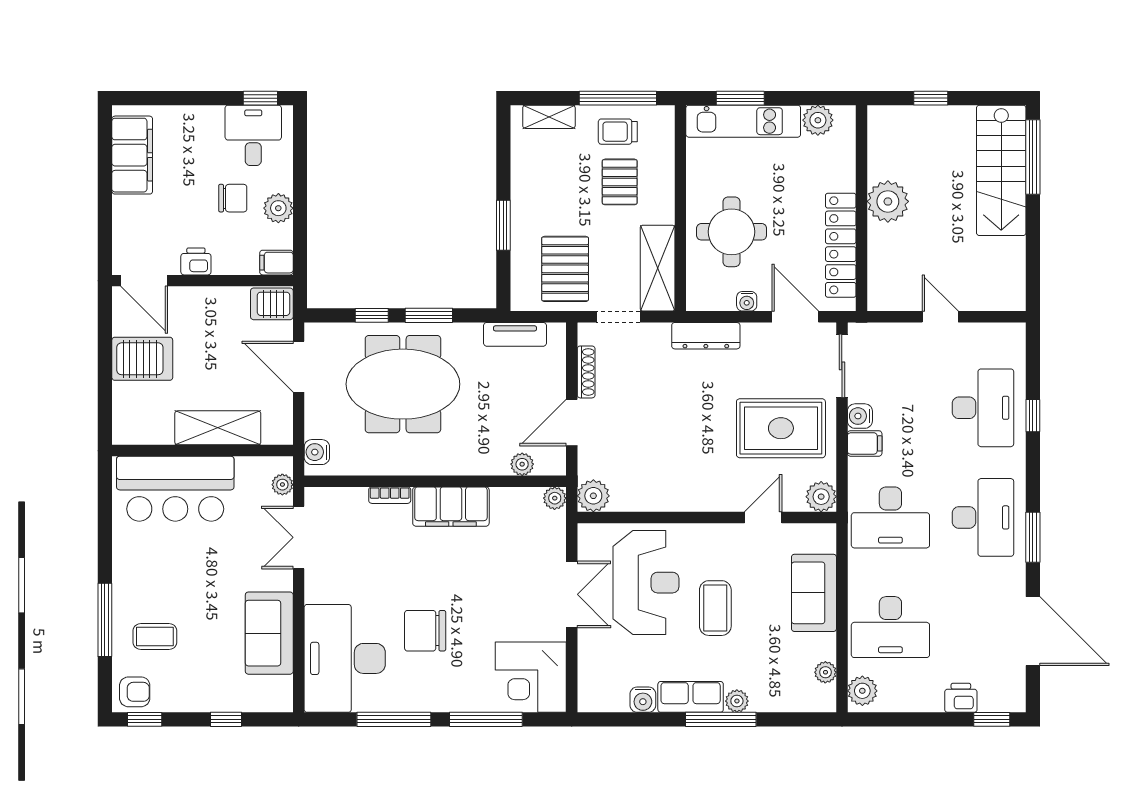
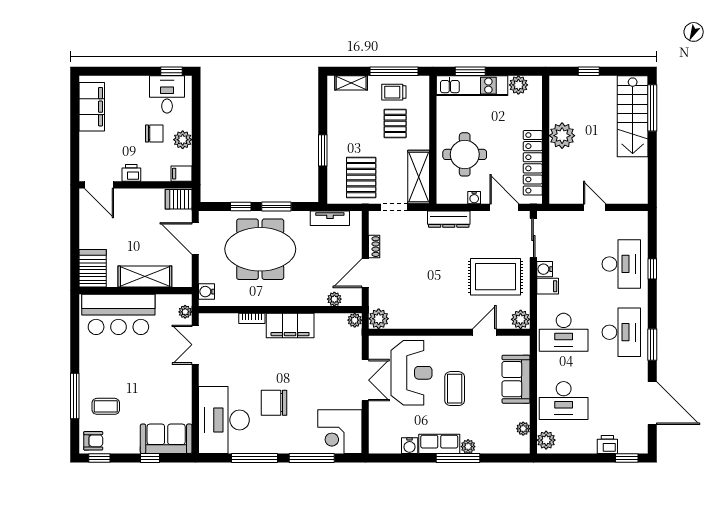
server rack: (142, 359) -> (93, 268), moved, turned -90
shoe rack: (586, 372) -> (374, 247), width x0.70
sofa: (269, 633) -> (166, 439), moved, turned 90

